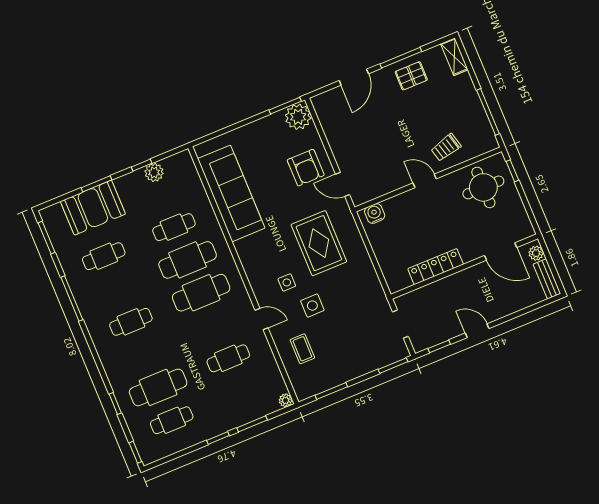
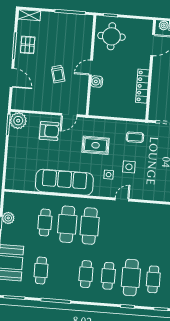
trolley: (446, 148) -> (58, 74), moved
sofa: (231, 193) -> (64, 182), moved
water cooler: (375, 213) -> (97, 81), moved
rug: (319, 243) -> (96, 145), width x0.73, depth x0.70
coffee table: (302, 349) -> (135, 137), moved
cafe table: (228, 358) -> (108, 276), moved

